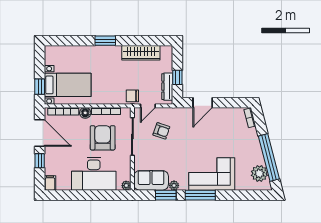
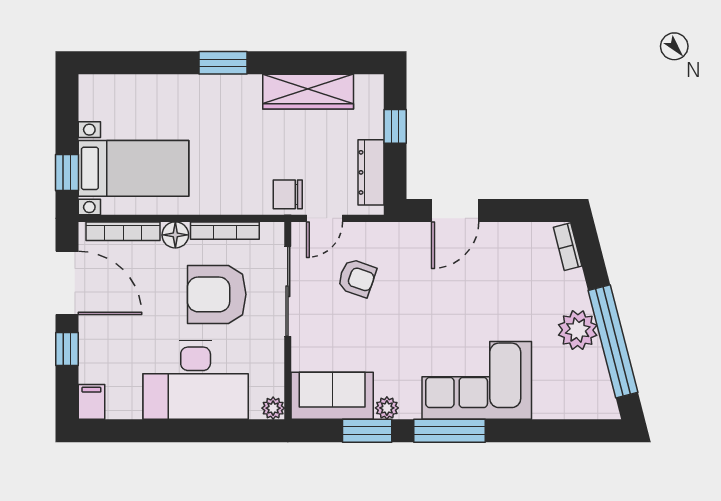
window: (177, 77) -> (395, 126), moved
armchair: (103, 138) -> (217, 294), turned -90
plant: (259, 173) -> (578, 330), moved

